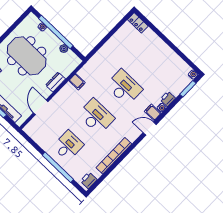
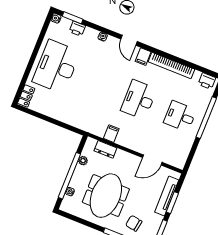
dresser: (56, 82) -> (105, 149), moved
desk: (124, 87) -> (56, 67), moved, width x1.36, depth x1.30
printer: (168, 99) -> (77, 29), moved
filing cabinet: (153, 112) -> (143, 57), moved

